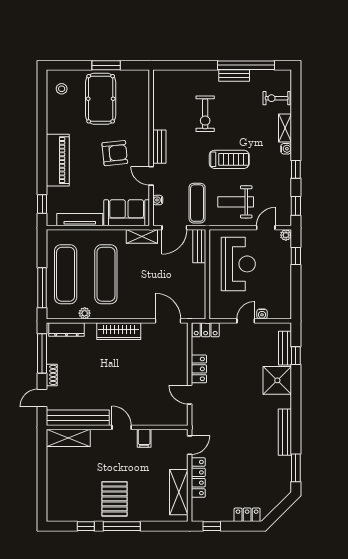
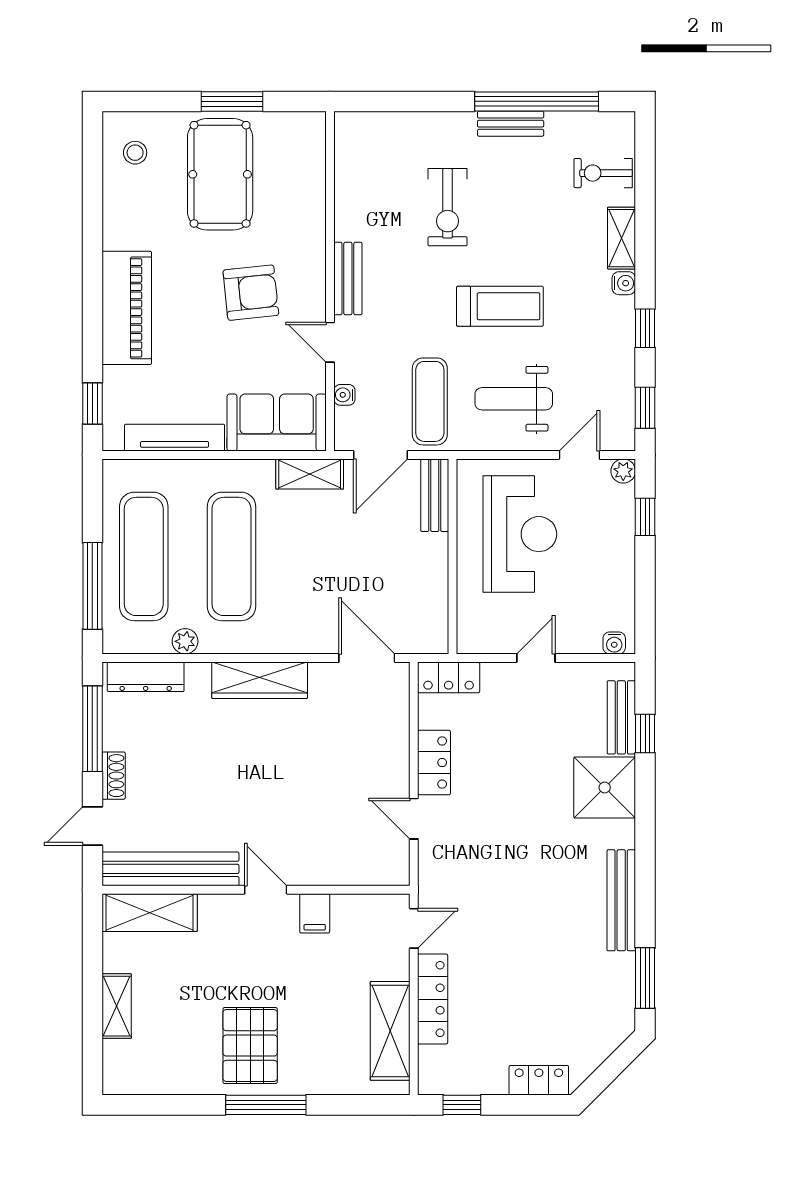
water cooler: (262, 314) -> (614, 643), moved
shelving: (53, 481) -> (117, 1006), added
window: (86, 526) -> (188, 1105), removed

